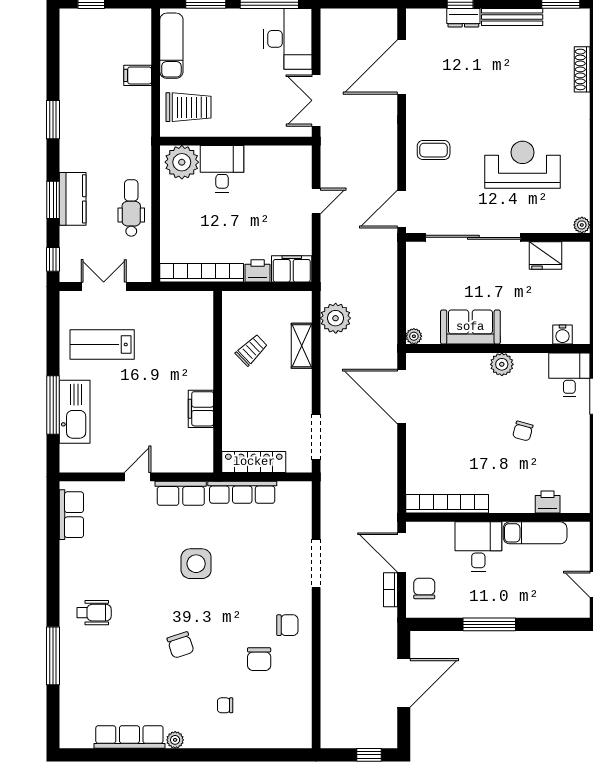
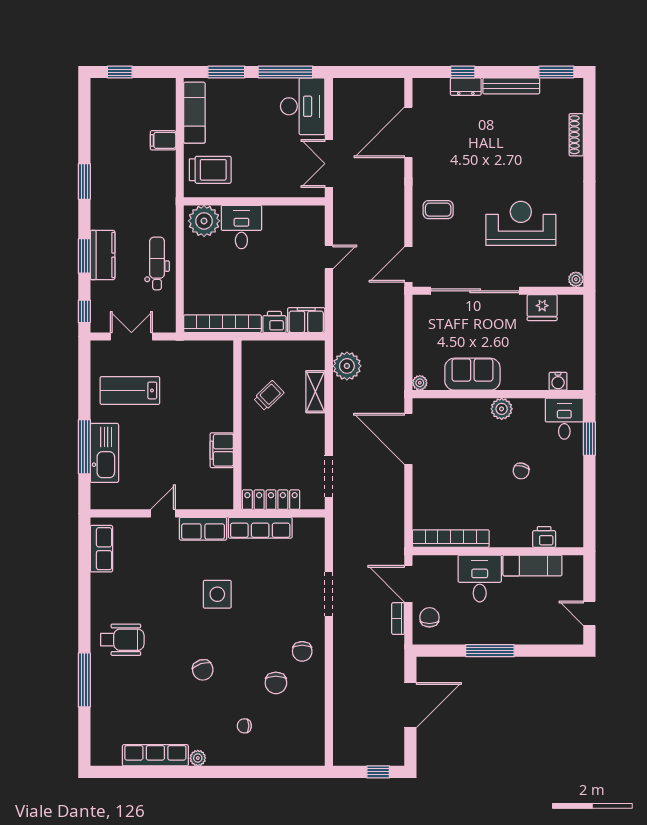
wheelchair: (94, 613) -> (122, 640), width x1.36, depth x1.37
chair: (287, 625) -> (302, 651), turned 90

